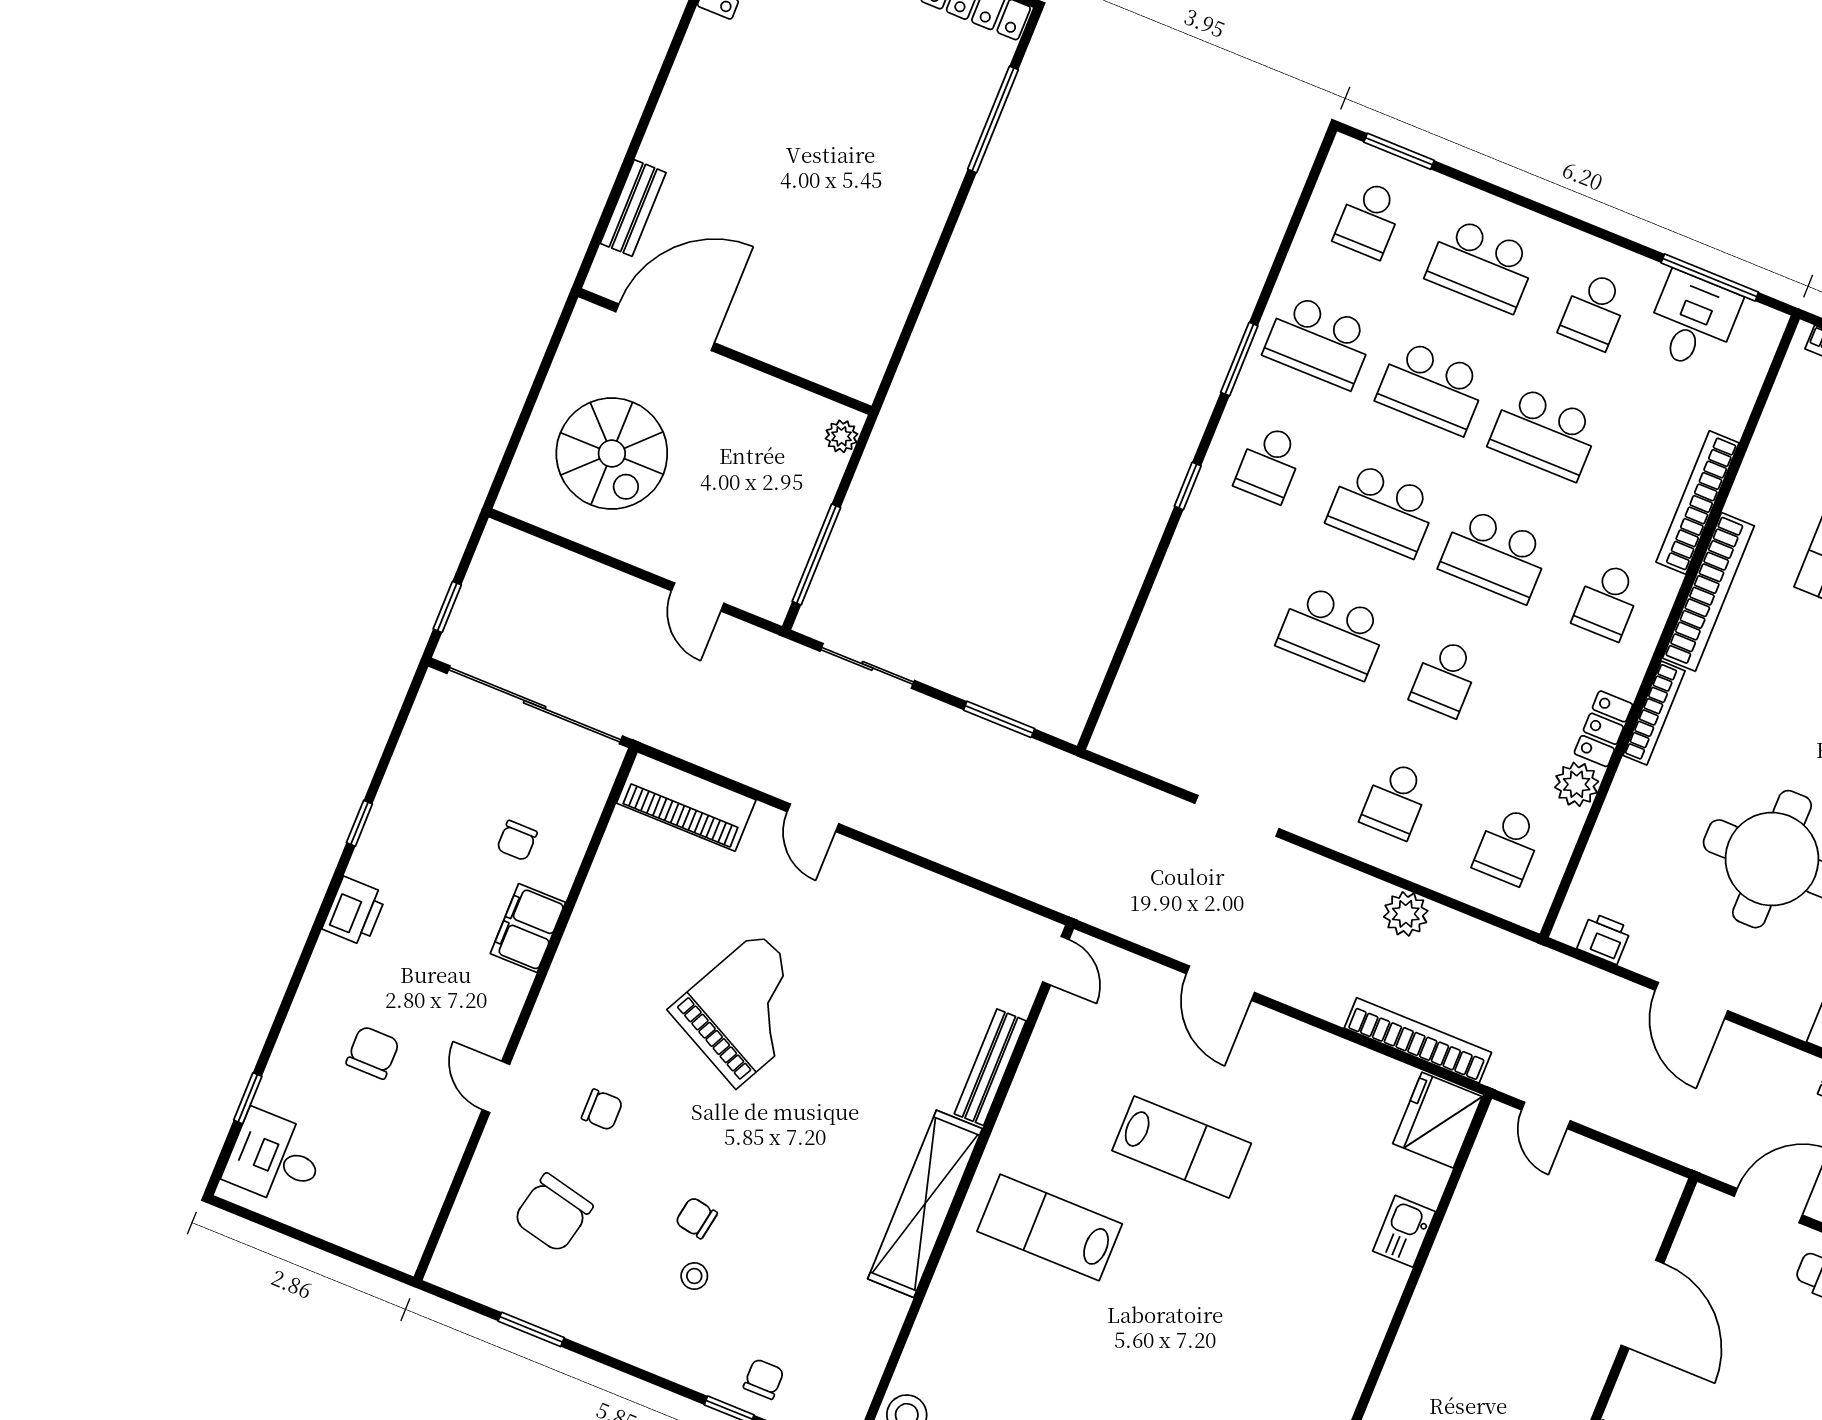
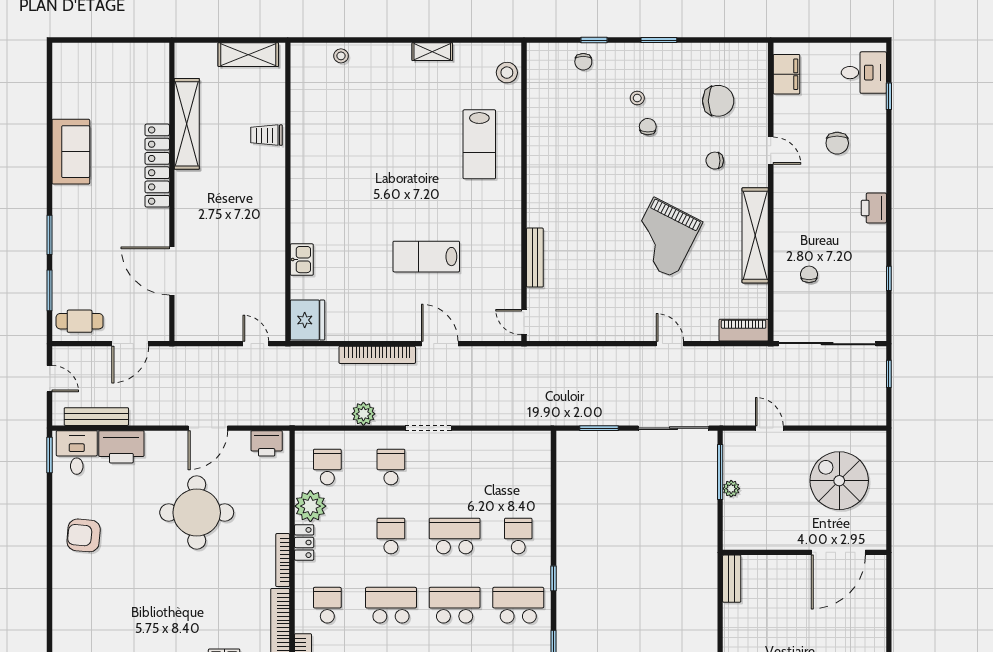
bench: (633, 208) -> (732, 579), moved
plant: (842, 436) -> (731, 489), moved
school desk: (1269, 464) -> (518, 605), width x1.85
school desk: (1220, 586) -> (518, 536), added
sliding door: (867, 666) -> (674, 428), width x1.37
plant: (1577, 784) -> (310, 506), width x1.36, depth x1.36
piano: (686, 802) -> (744, 330), width x0.73, depth x0.75
doorway: (1237, 816) -> (428, 428), moved
window: (359, 823) -> (889, 278), moved
filing cabinet: (528, 928) -> (786, 74), moved
printer: (1604, 939) -> (267, 443), width x1.36, depth x1.24
door: (1691, 1001) -> (208, 428), swing flipped
bookcase: (1418, 1040) -> (377, 355), moved
shelving: (925, 1204) -> (755, 235), moved
chair: (553, 1213) -> (718, 101), turned 77
chair: (696, 1218) -> (648, 127), turned -98
lab bench: (1050, 1228) -> (479, 144), moved, turned 90
window: (531, 1329) -> (659, 40), moved

